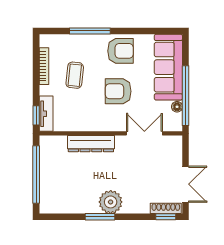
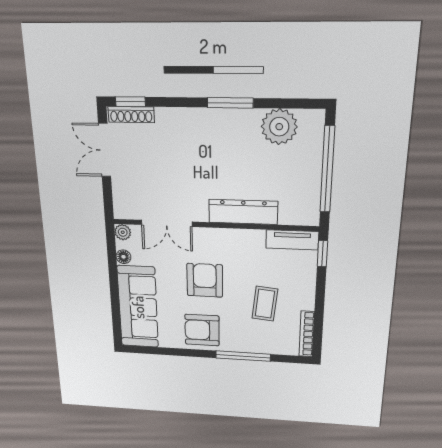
bookcase: (44, 66) -> (307, 334), moved
armchair: (118, 91) -> (205, 280), turned -90
window: (186, 96) -> (113, 270), removed
tv unit: (46, 114) -> (292, 240), moved, turned -90
plant: (176, 126) -> (123, 232), added
plant: (111, 202) -> (279, 127), moved

